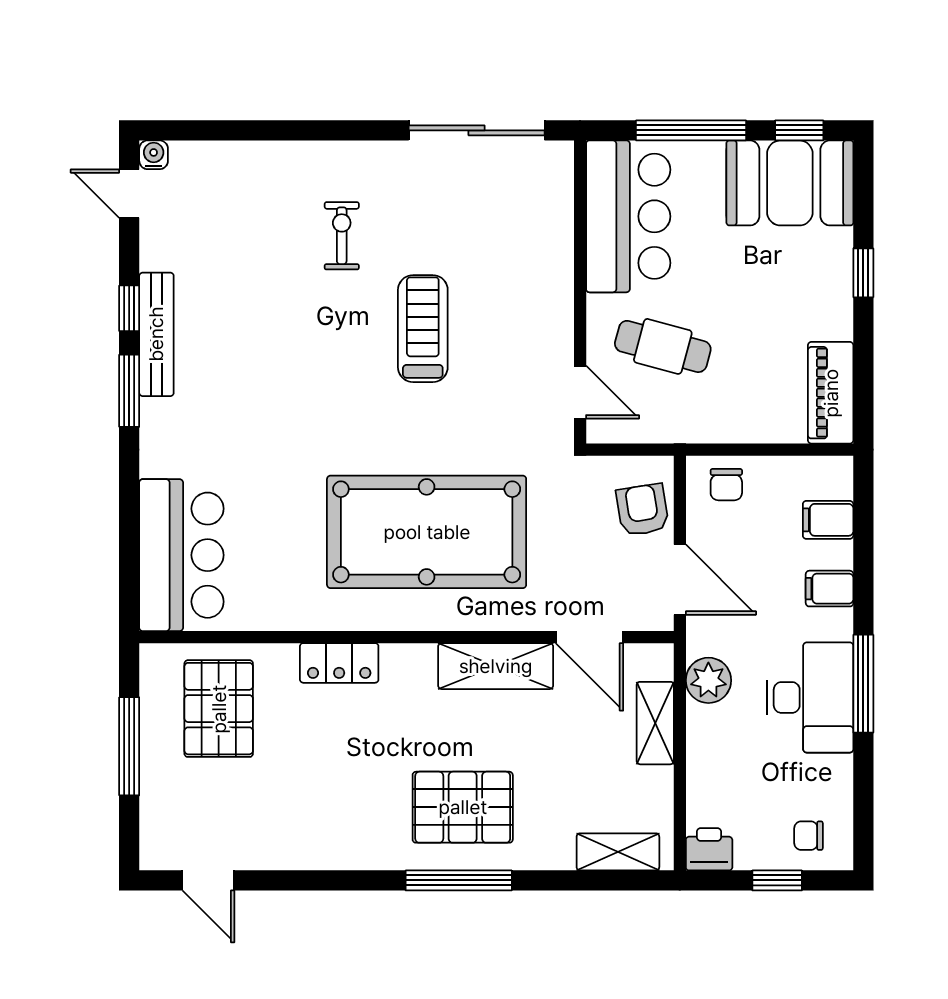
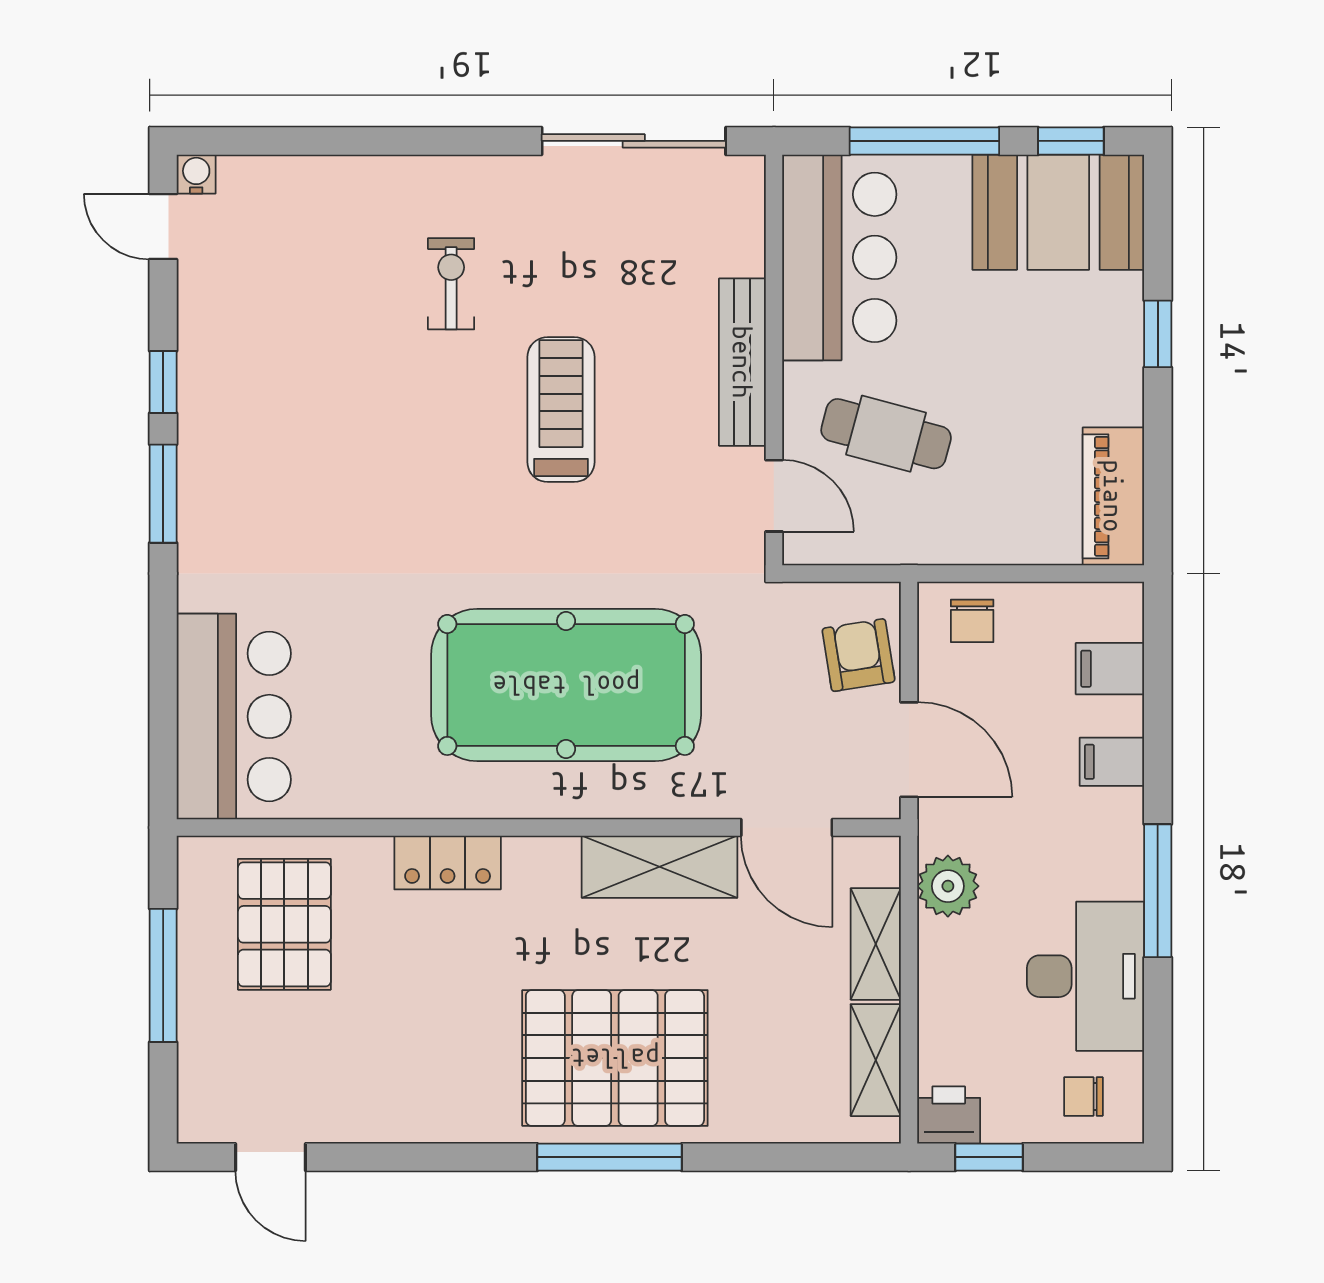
bench: (156, 334) -> (742, 362), moved
desk: (810, 697) -> (1086, 976), moved
pallet: (463, 807) -> (615, 1058), width x1.37, depth x1.41
shelving: (618, 852) -> (876, 1060), moved, turned 90
window: (777, 880) -> (989, 1157), moved

